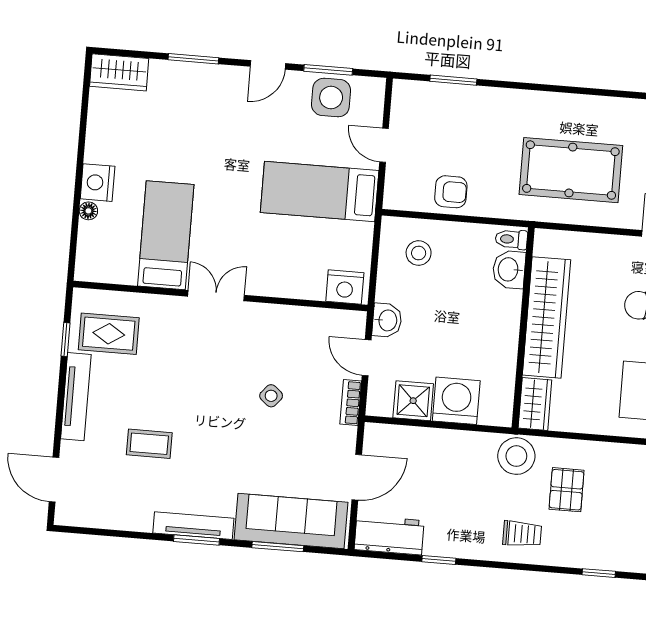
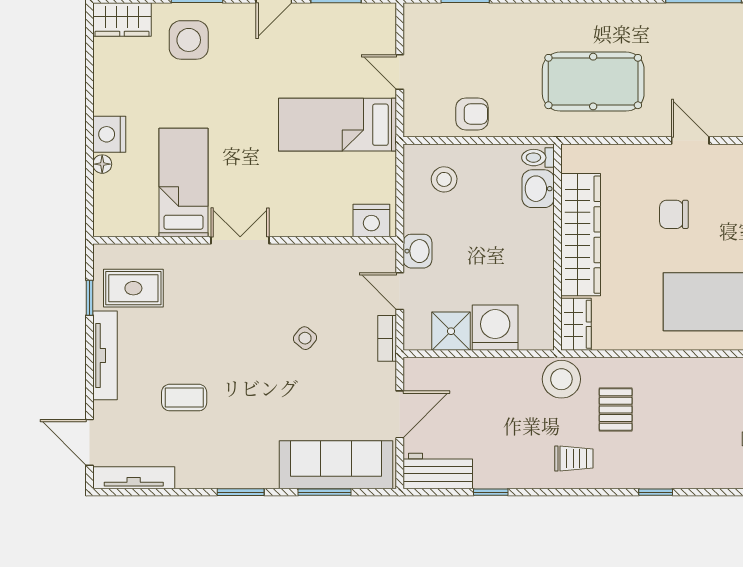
side table: (331, 98) -> (189, 40), moved
tv unit: (193, 526) -> (134, 478), moved

